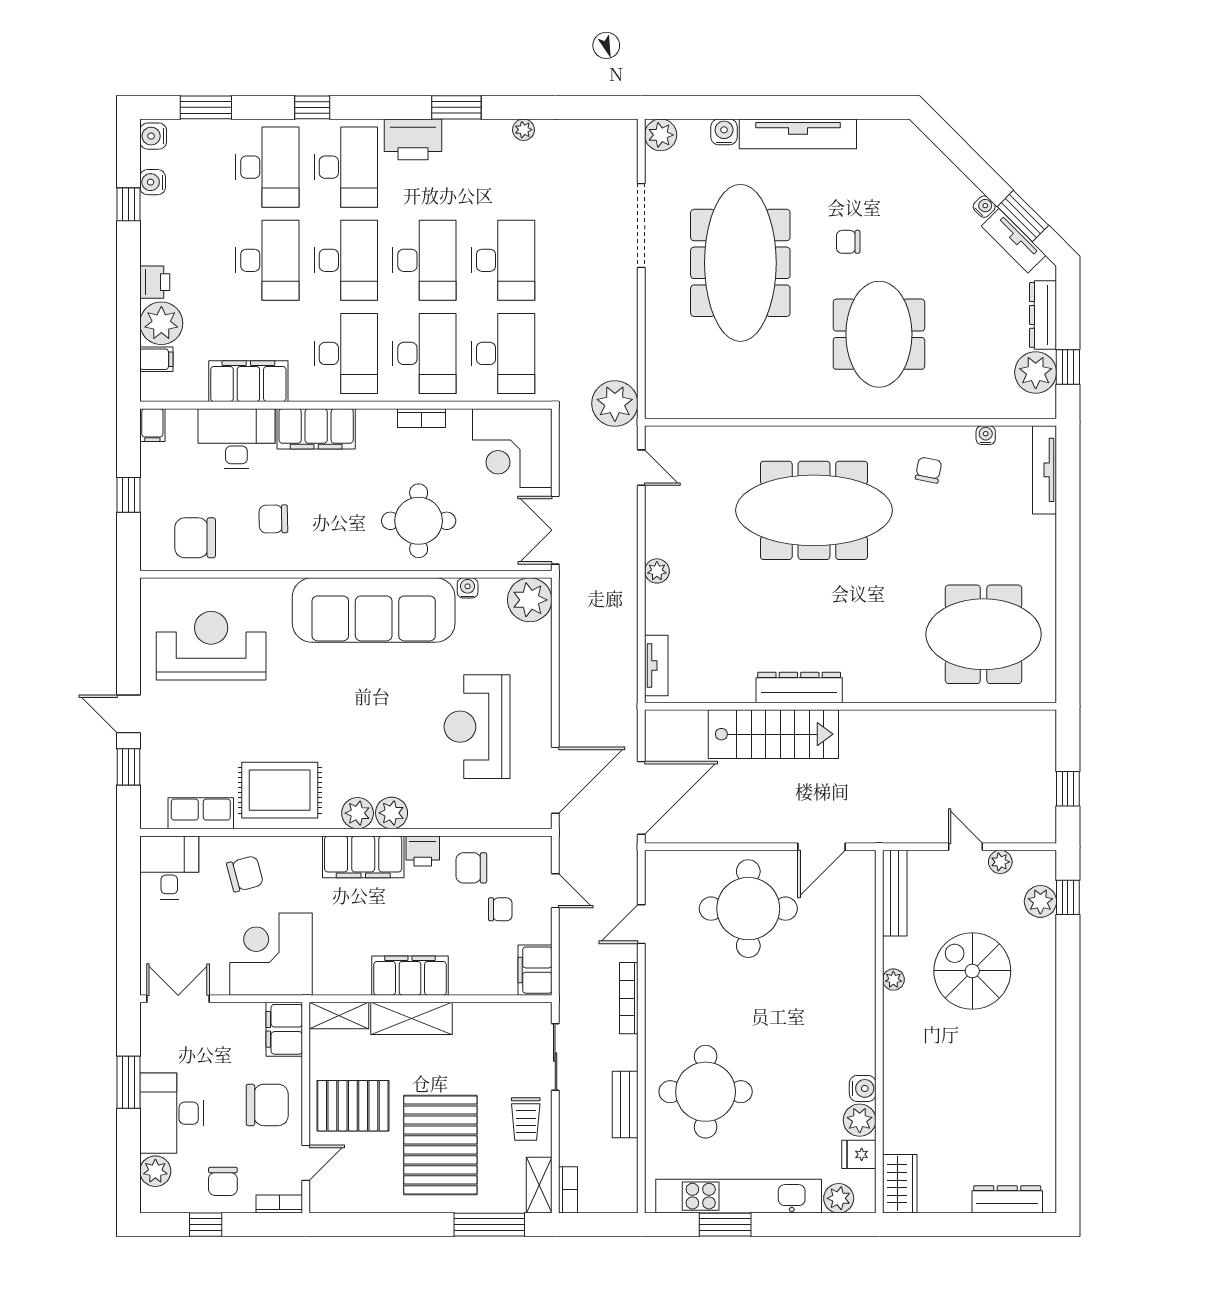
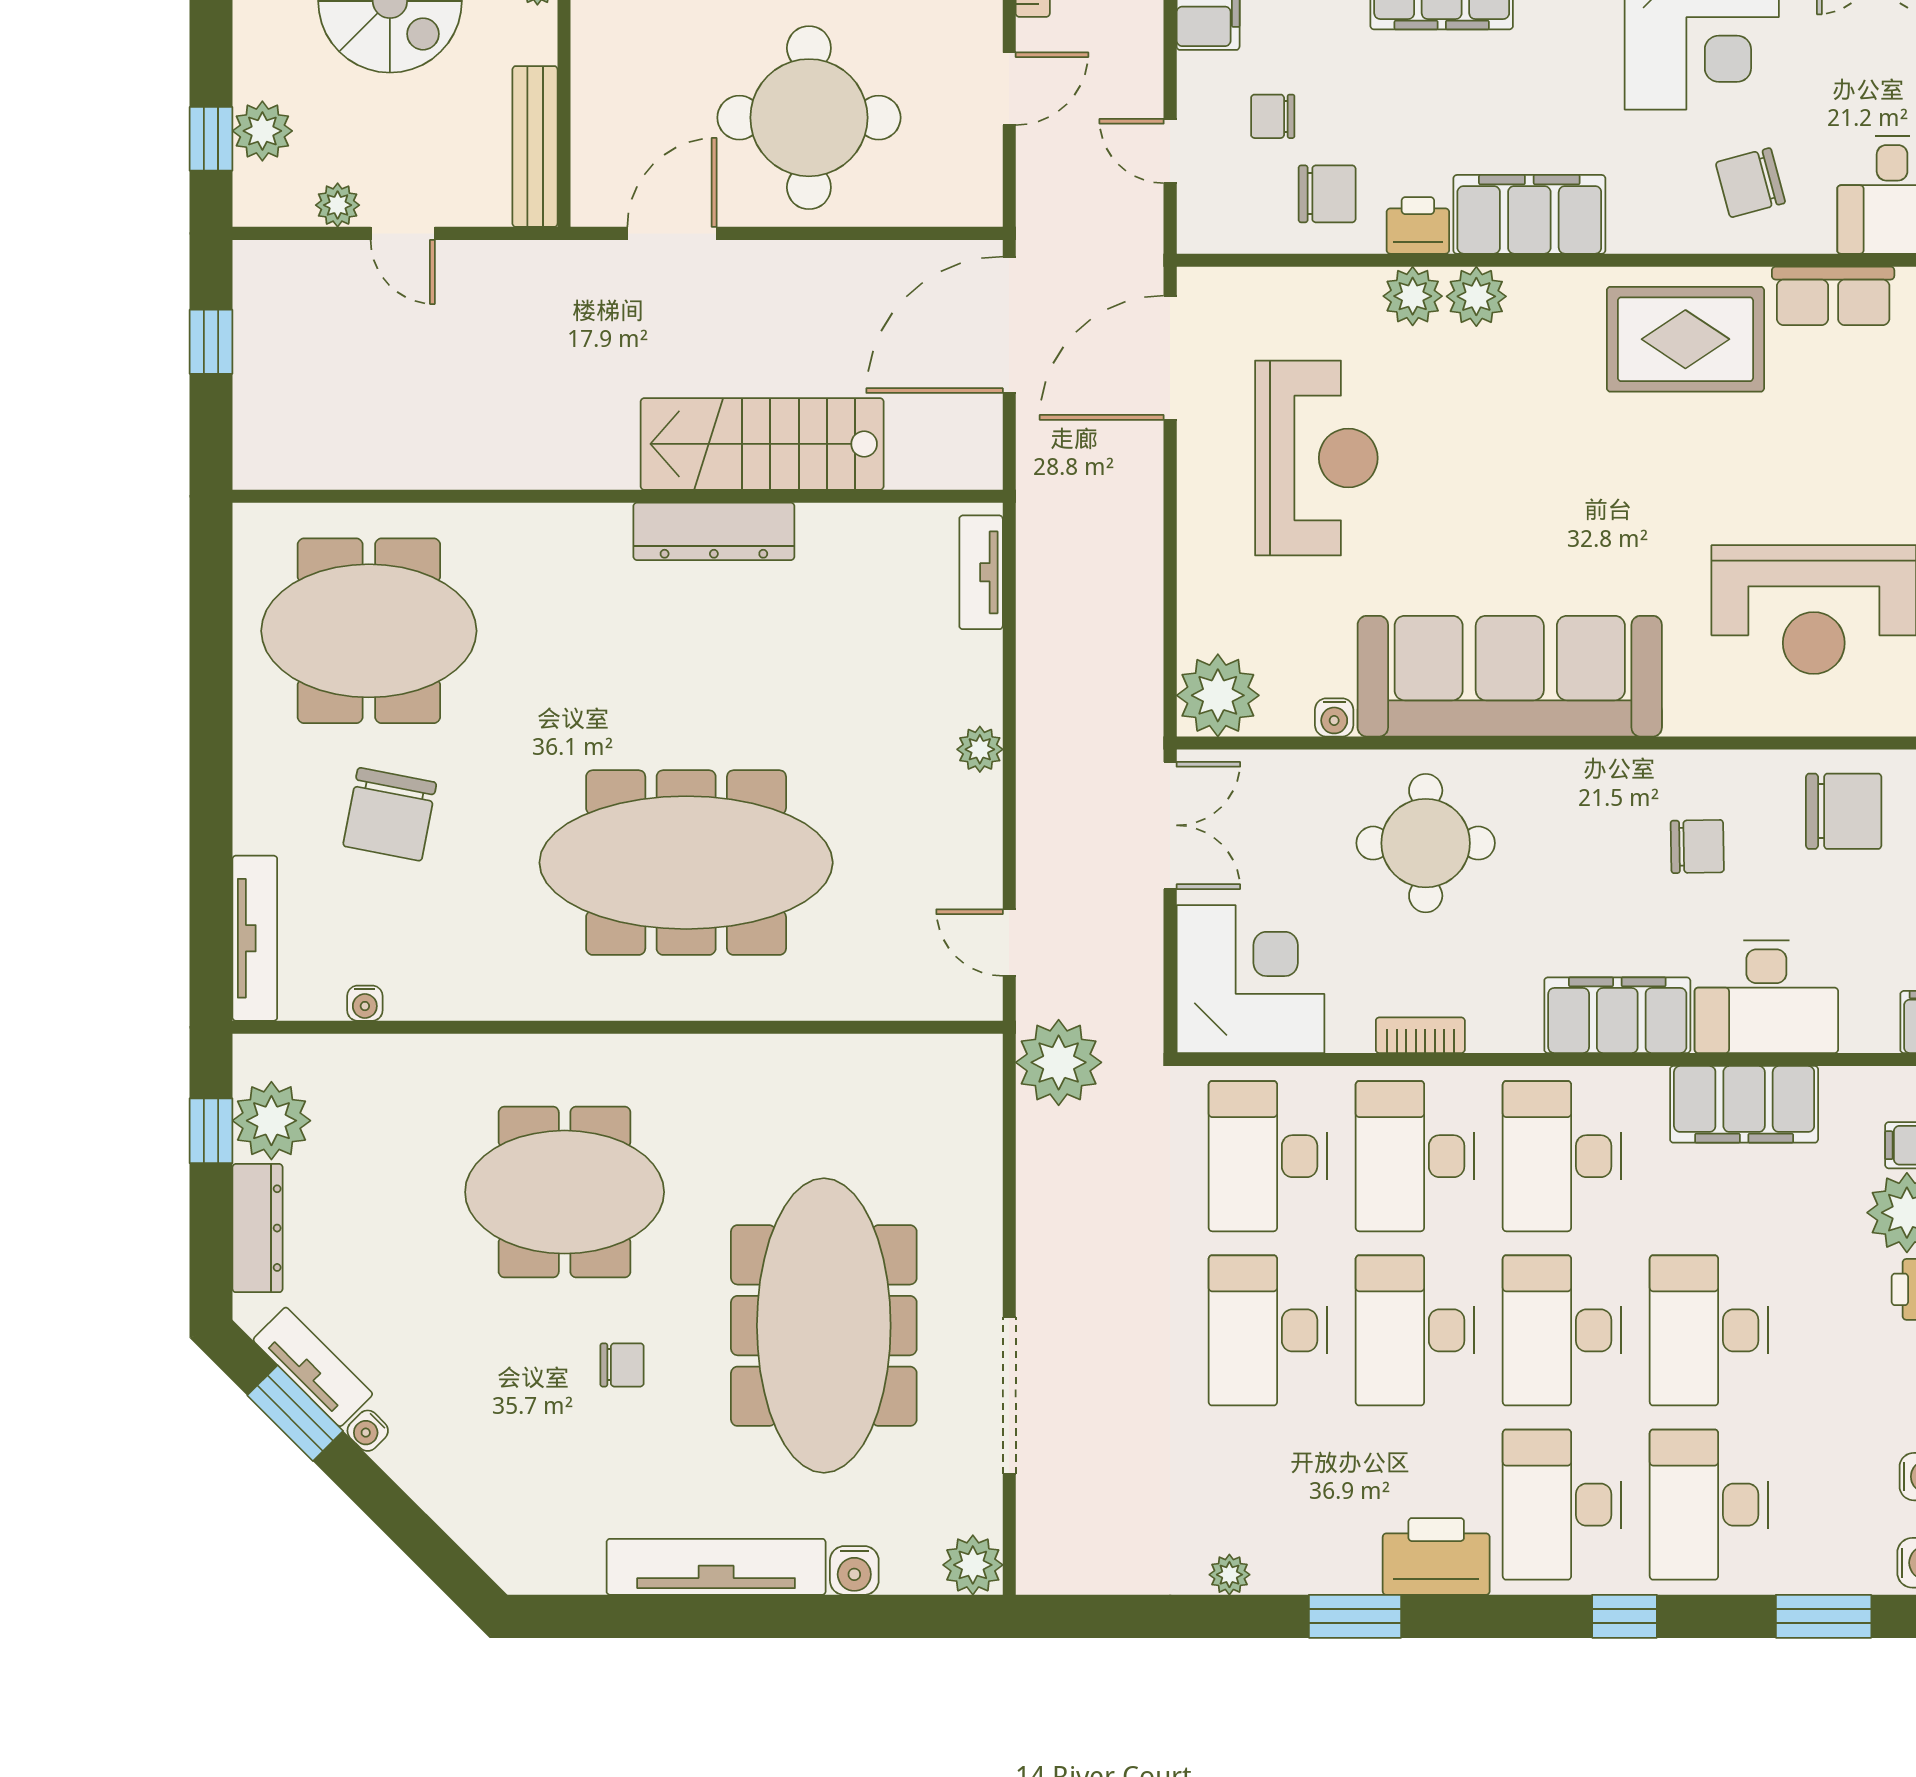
meeting table: (879, 334) -> (565, 1192), turned 90
chair: (929, 470) -> (390, 814), moved, width x1.87, depth x1.87
plant: (358, 813) -> (1413, 296), moved

